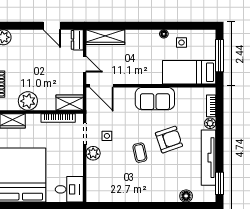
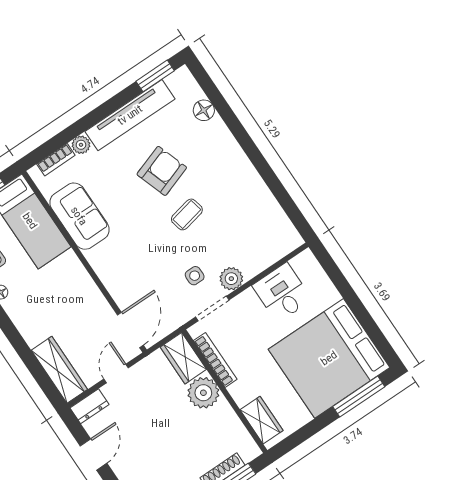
sofa: (155, 99) -> (79, 216), moved
plant: (28, 101) -> (203, 393), moved
armchair: (169, 140) -> (162, 171), moved, turned 90
desk: (69, 189) -> (282, 293), moved

